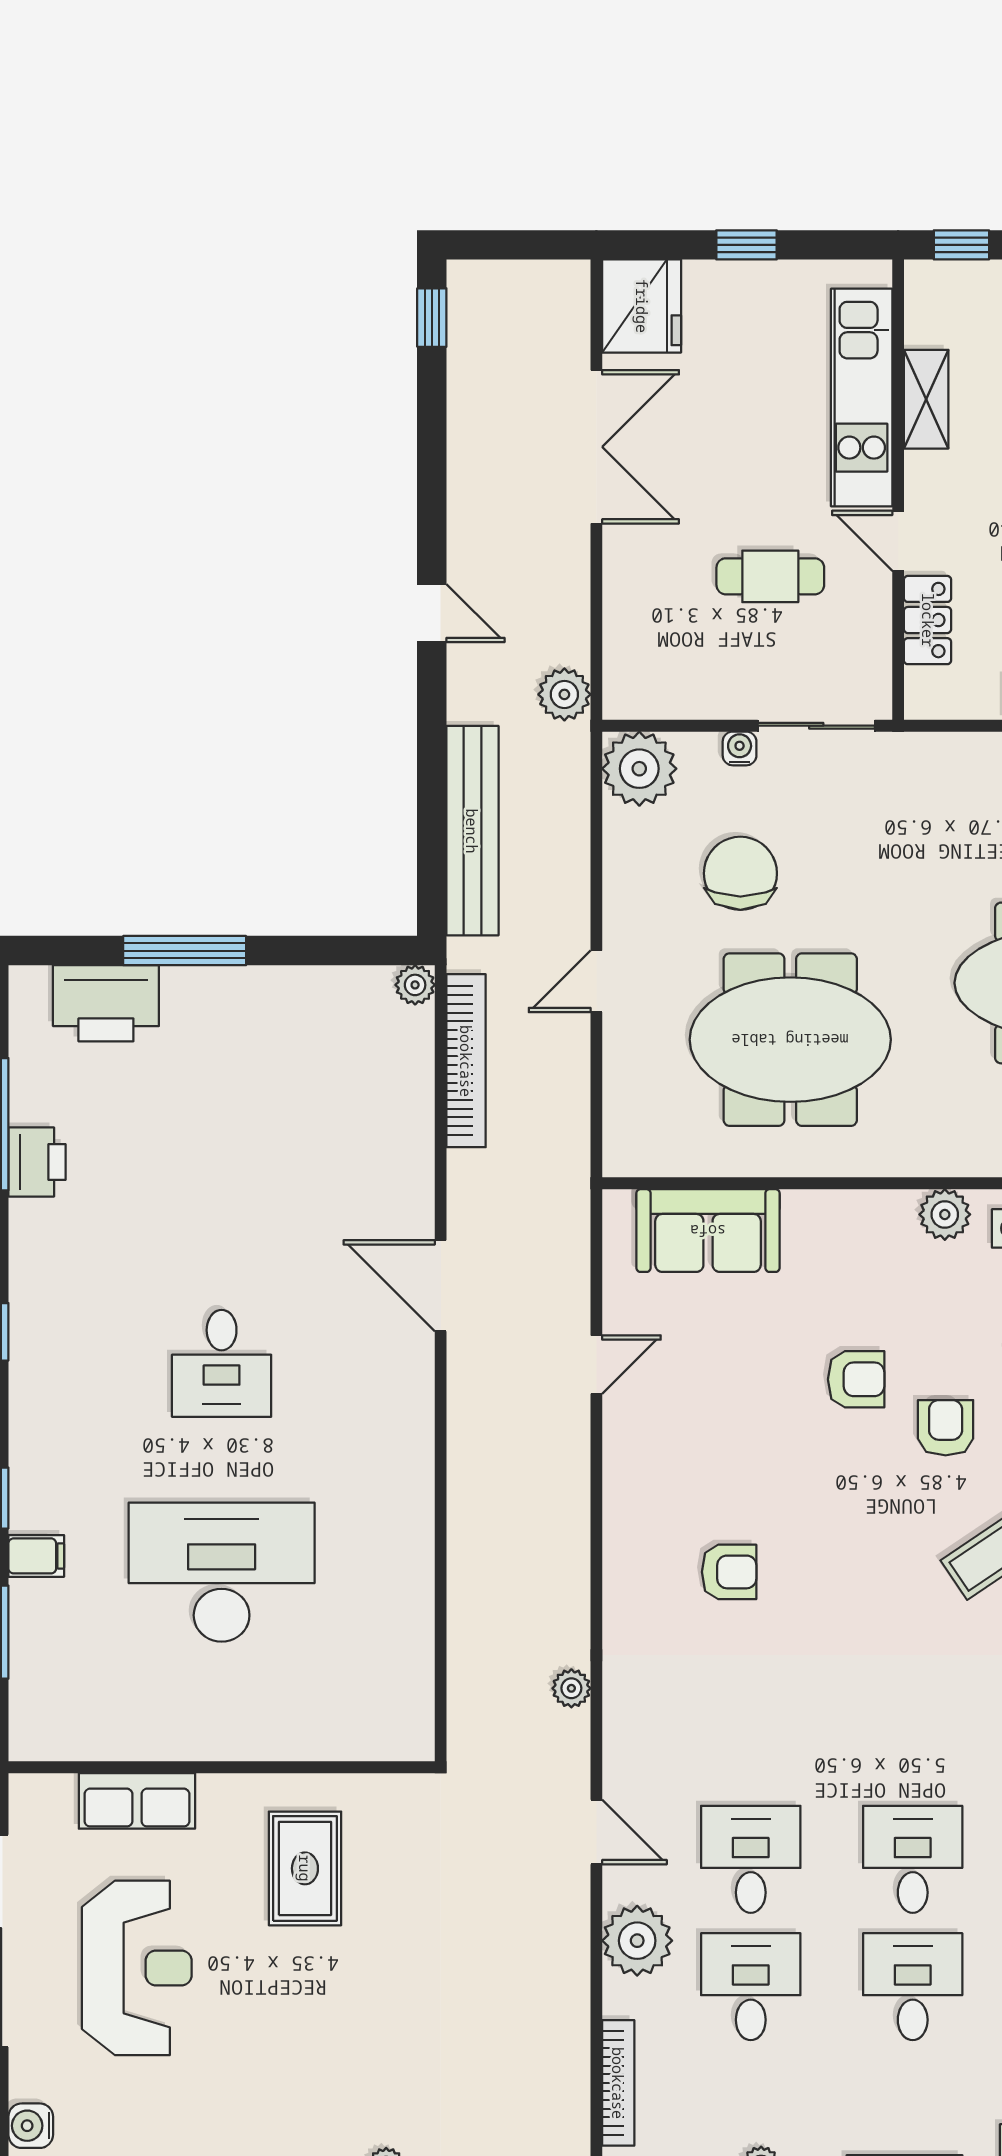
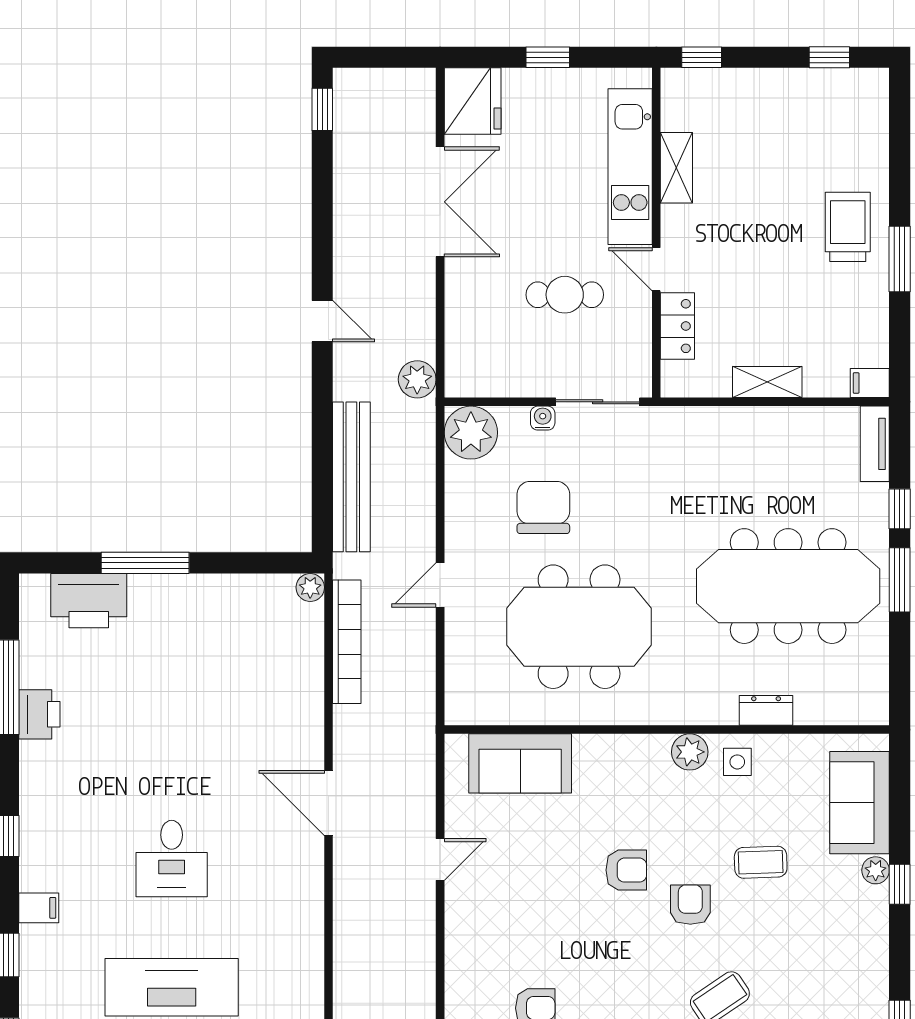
filing cabinet: (36, 1556) -> (39, 908), moved

